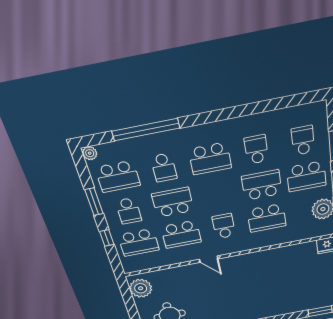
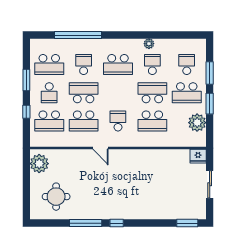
plant: (90, 153) -> (149, 44), moved
school desk: (164, 168) -> (84, 64), turned 180

